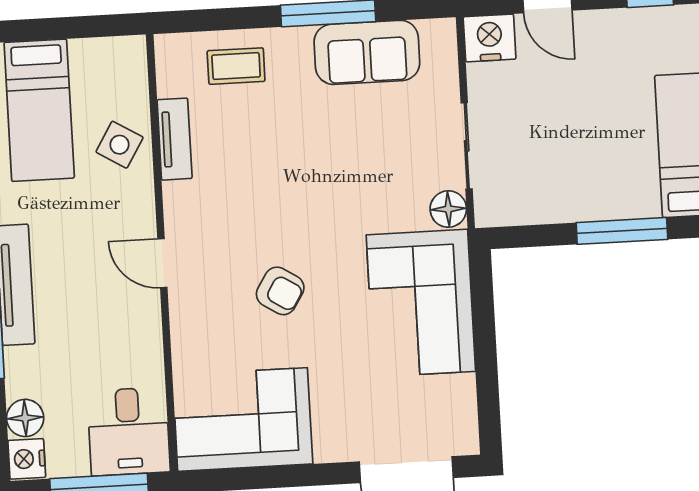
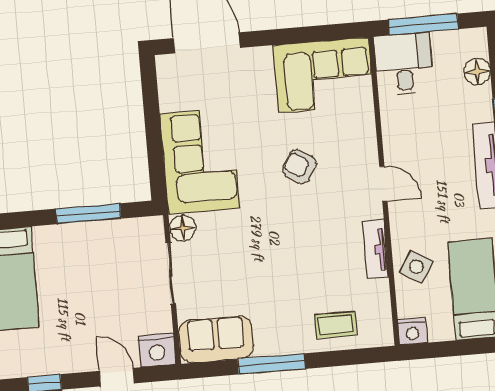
sofa: (367, 52) -> (216, 339), moved
tv unit: (175, 139) -> (376, 249), moved
window: (622, 231) -> (88, 214), moved
nightstand: (27, 459) -> (412, 331), moved, turned 90

